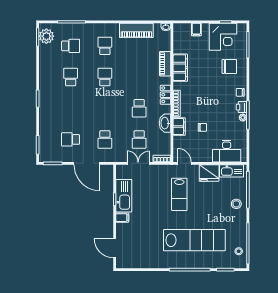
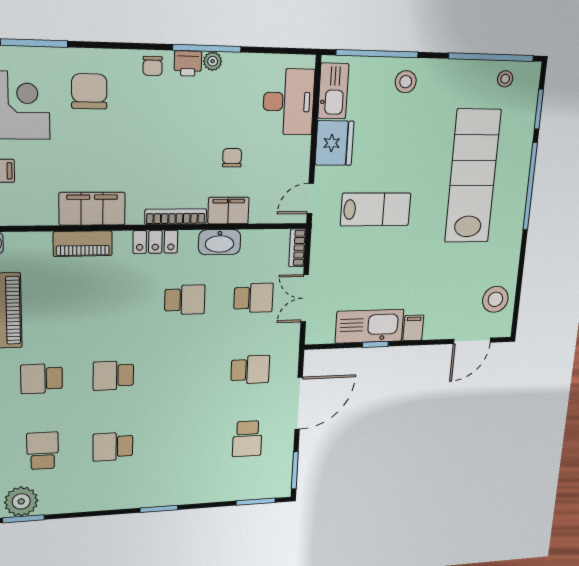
stool: (135, 258) -> (495, 299), added

